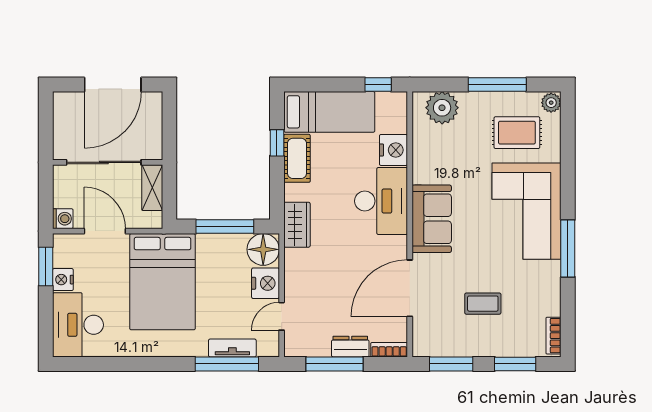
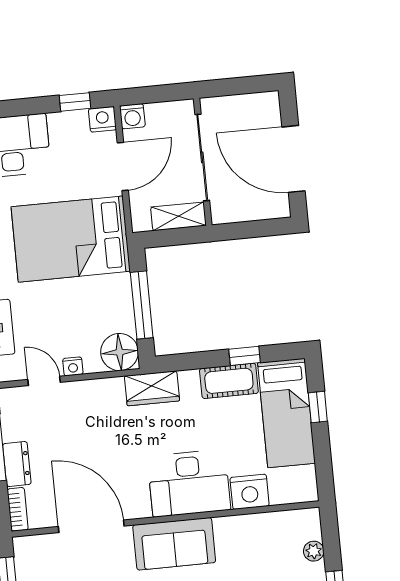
window: (378, 85) -> (318, 407), moved
plant: (442, 108) -> (314, 551), width x0.53, depth x0.53
window: (46, 267) -> (75, 102), width x0.67
nightstand: (63, 280) -> (102, 119), moved
nightstand: (265, 283) -> (73, 366), width x0.53, depth x0.56

